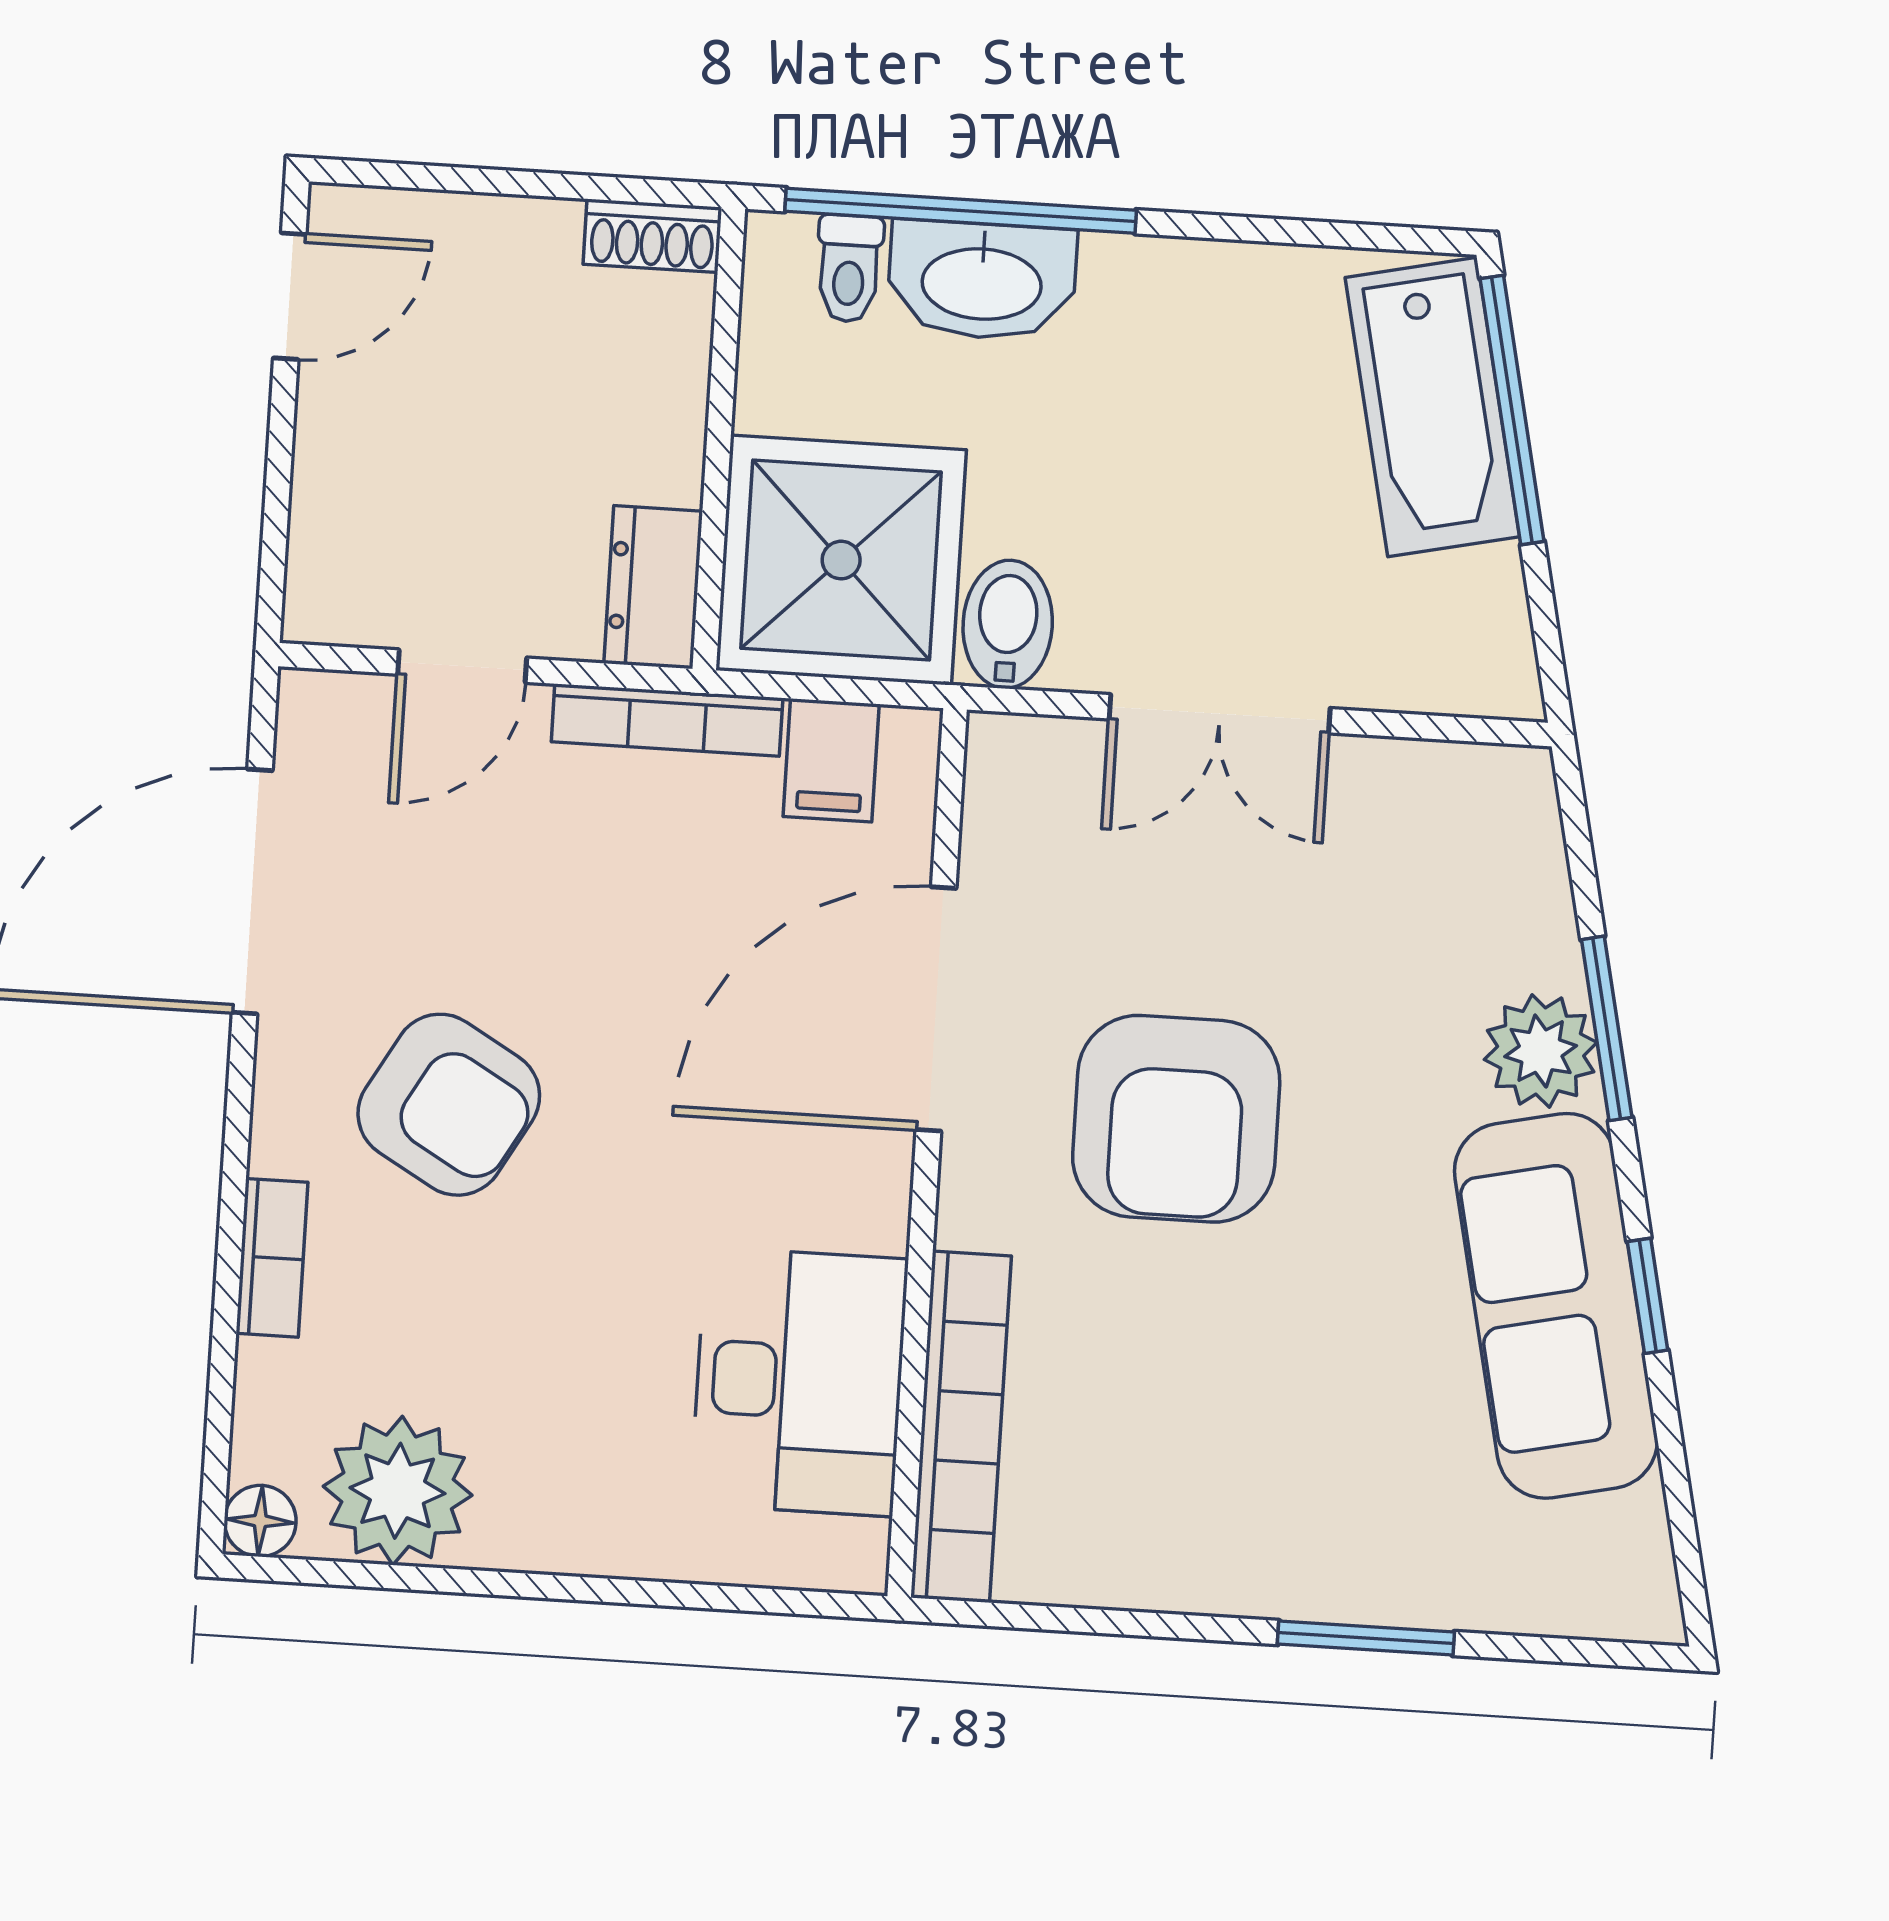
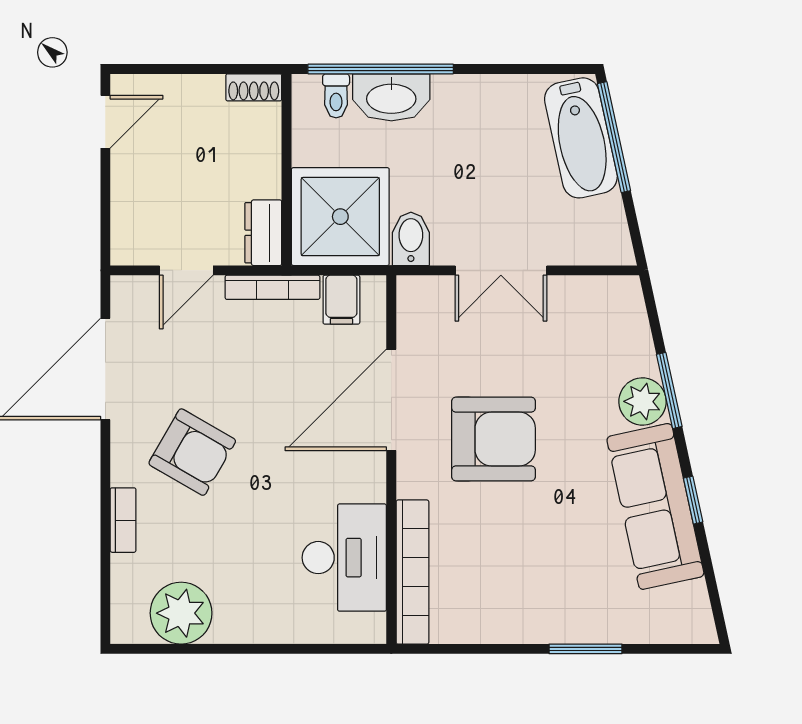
armchair: (1176, 1119) -> (493, 439), turned -90
floor lamp: (260, 1521) -> (125, 629), removed

